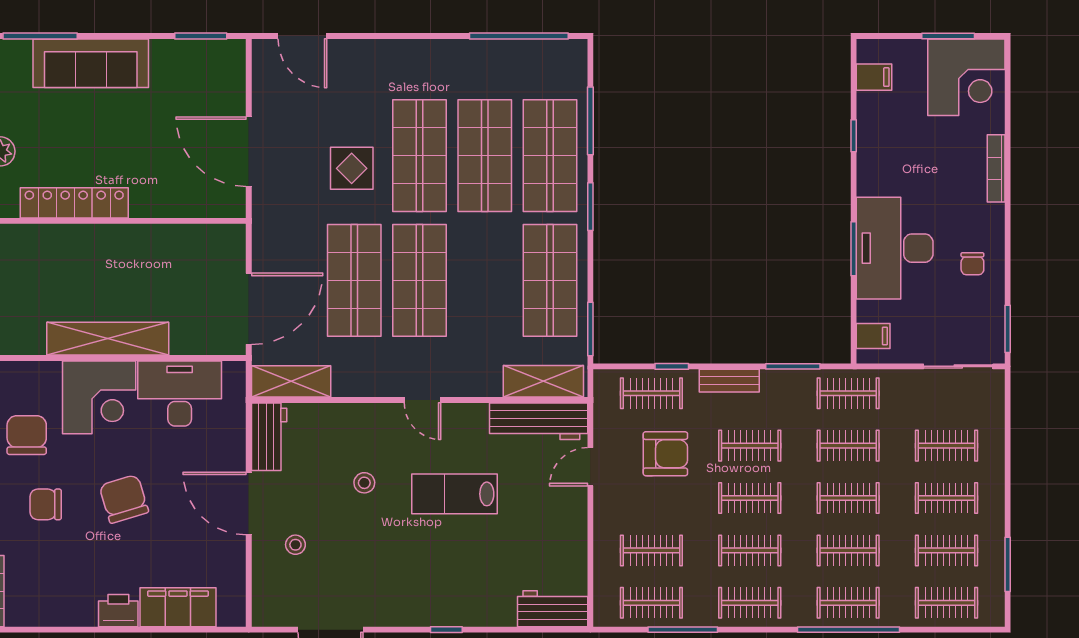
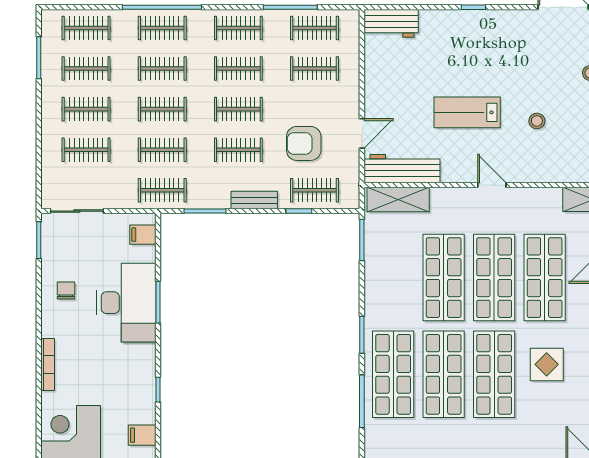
shop shelf: (550, 280) -> (444, 278), moved
lab bench: (454, 494) -> (467, 112), turned 180

